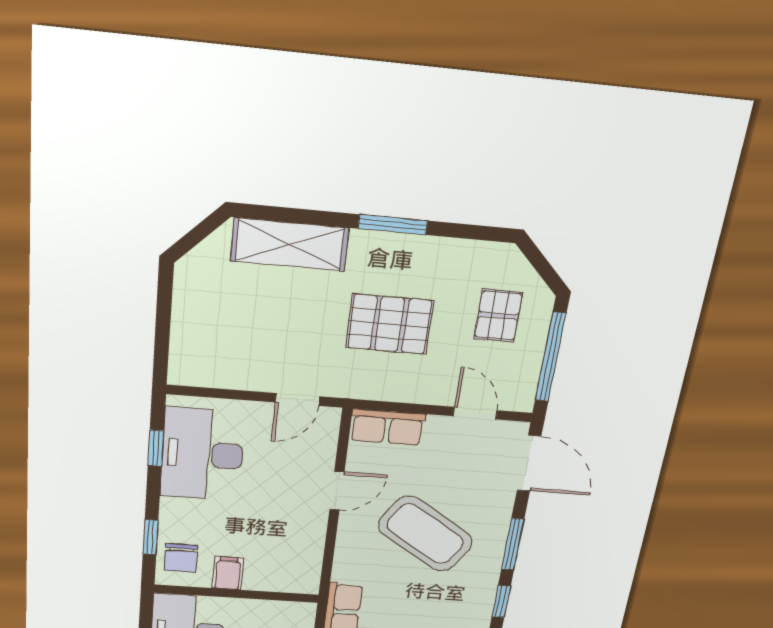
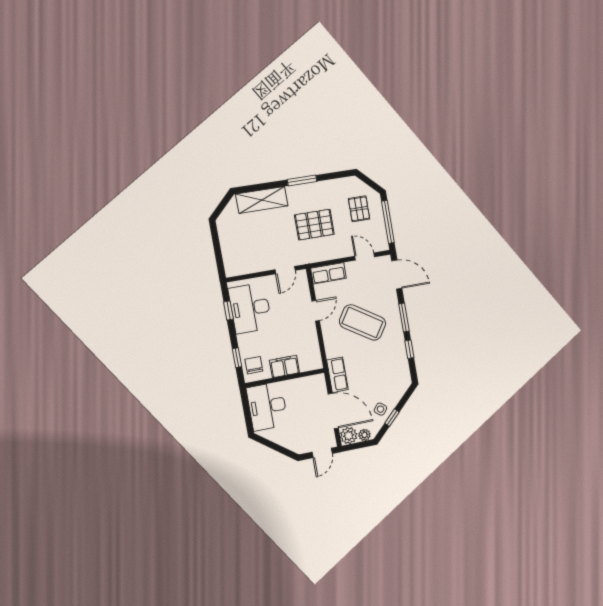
chair: (181, 558) -> (254, 365), turned 180
filing cabinet: (228, 573) -> (284, 366), width x2.00

